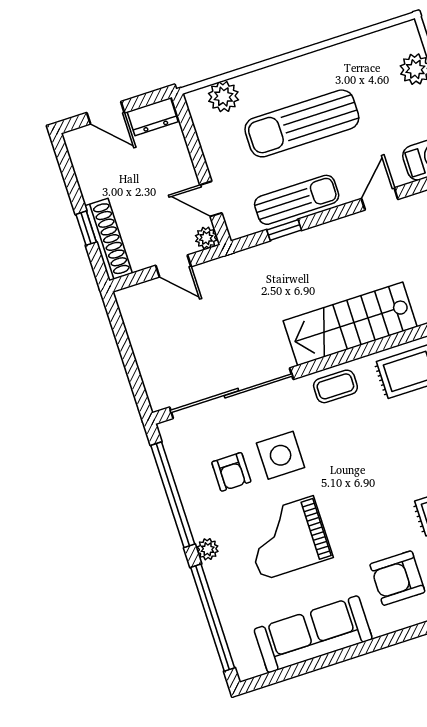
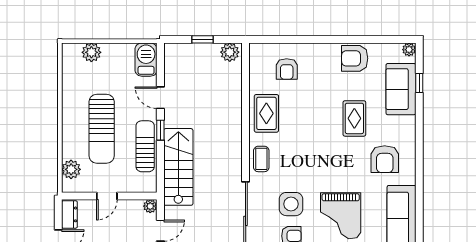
door: (211, 199) -> (107, 196), moved
window: (284, 230) -> (160, 130), moved
stairs: (350, 324) -> (178, 167), moved, turned 180

